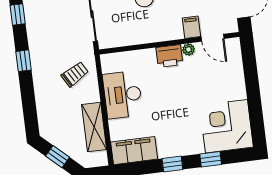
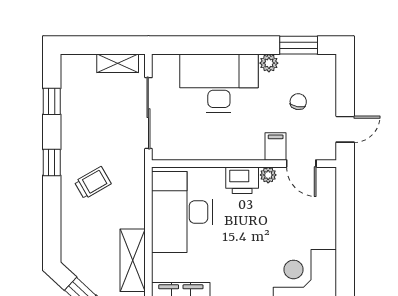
trolley: (75, 74) -> (93, 183), moved
desk: (123, 95) -> (182, 212), width x1.36, depth x1.30

